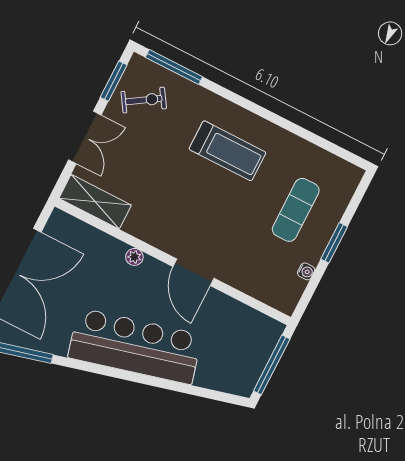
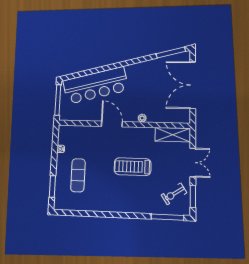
double door: (85, 137) -> (193, 162), swing flipped
treadmill: (227, 151) -> (133, 167), moved
window: (334, 243) -> (52, 187), moved
bar counter: (135, 346) -> (96, 85), moved

